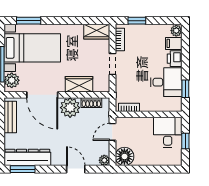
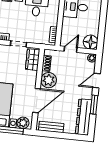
wardrobe: (79, 84) -> (33, 60), moved
door: (112, 132) -> (71, 49), swing flipped
window: (23, 169) -> (94, 105), moved

